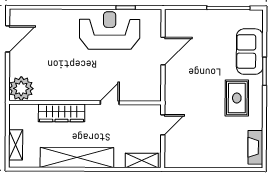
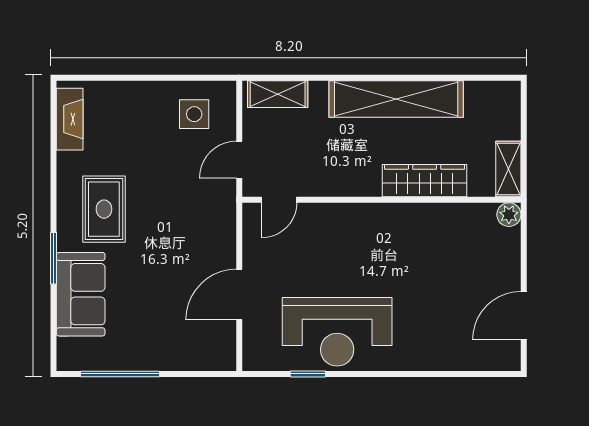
plant: (21, 89) -> (509, 215), width x0.53, depth x0.53
door: (110, 103) -> (279, 200), moved
shelving: (16, 145) -> (508, 169), moved
side table: (187, 150) -> (194, 114), added

